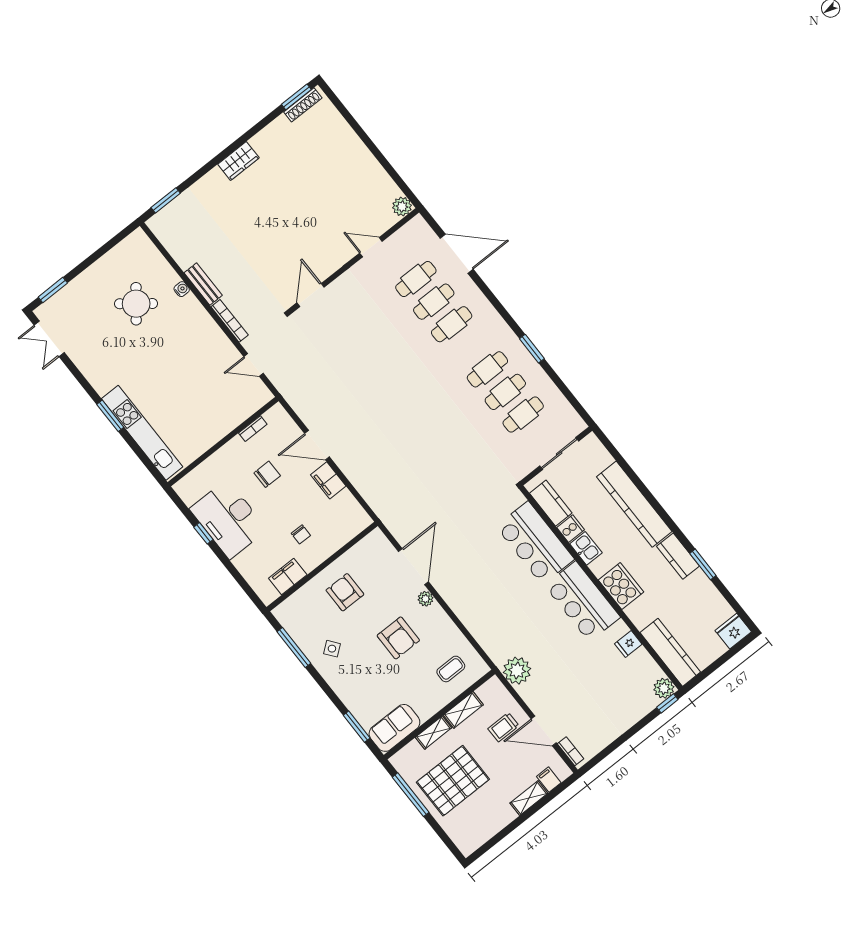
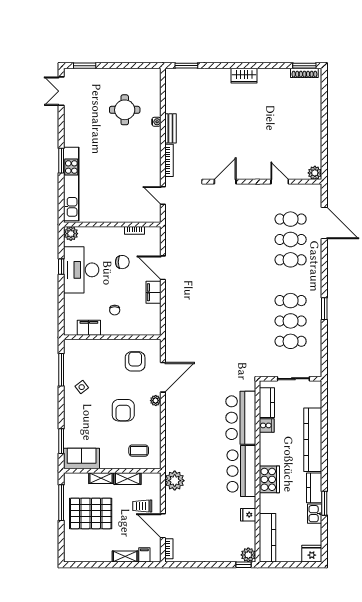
round table: (136, 304) -> (125, 110), turned -38
plant: (185, 488) -> (71, 234), added
kitchen sink: (586, 548) -> (315, 514), moved, turned 180
armchair: (345, 592) -> (135, 361), moved

